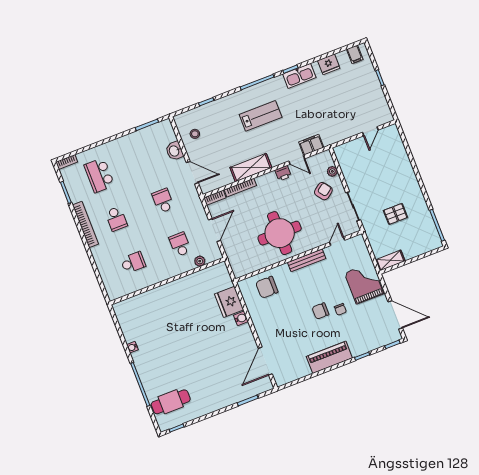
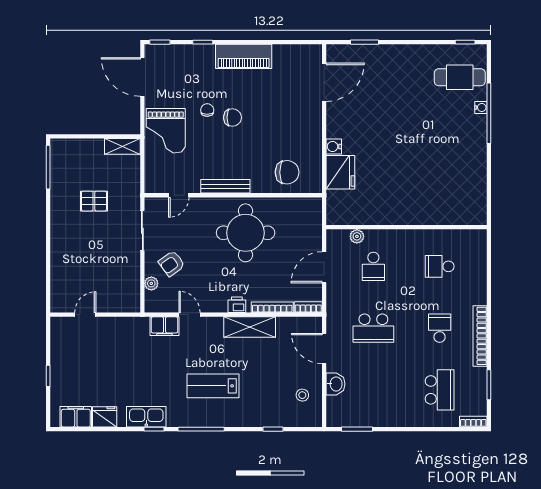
filing cabinet: (355, 54) -> (76, 417), width x2.00
printer: (283, 173) -> (237, 305), moved
school desk: (163, 201) -> (373, 328), width x1.85
water cooler: (132, 347) -> (481, 107), moved

